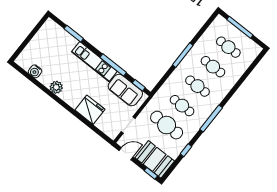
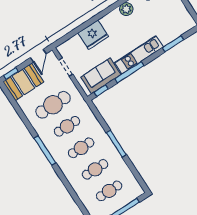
window: (186, 150) -> (22, 116), removed

